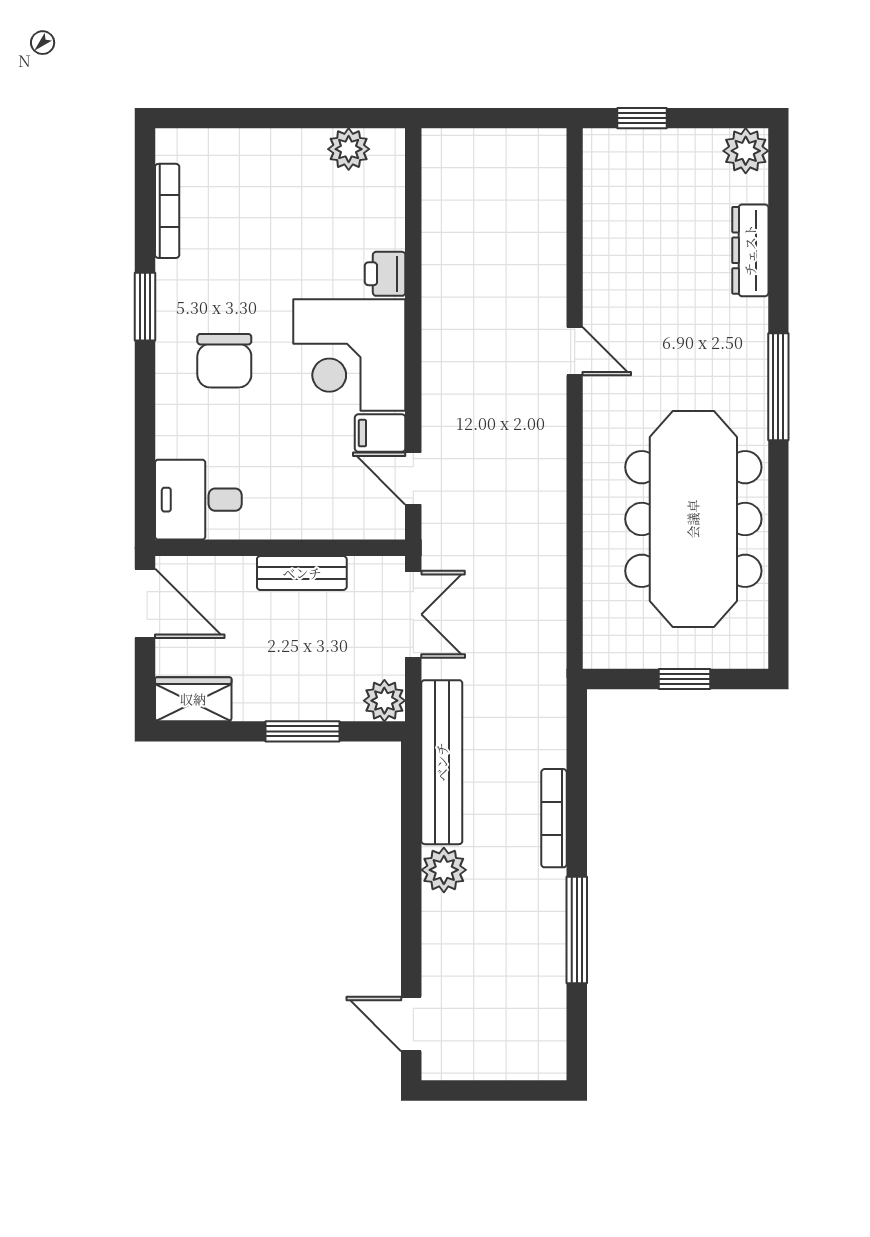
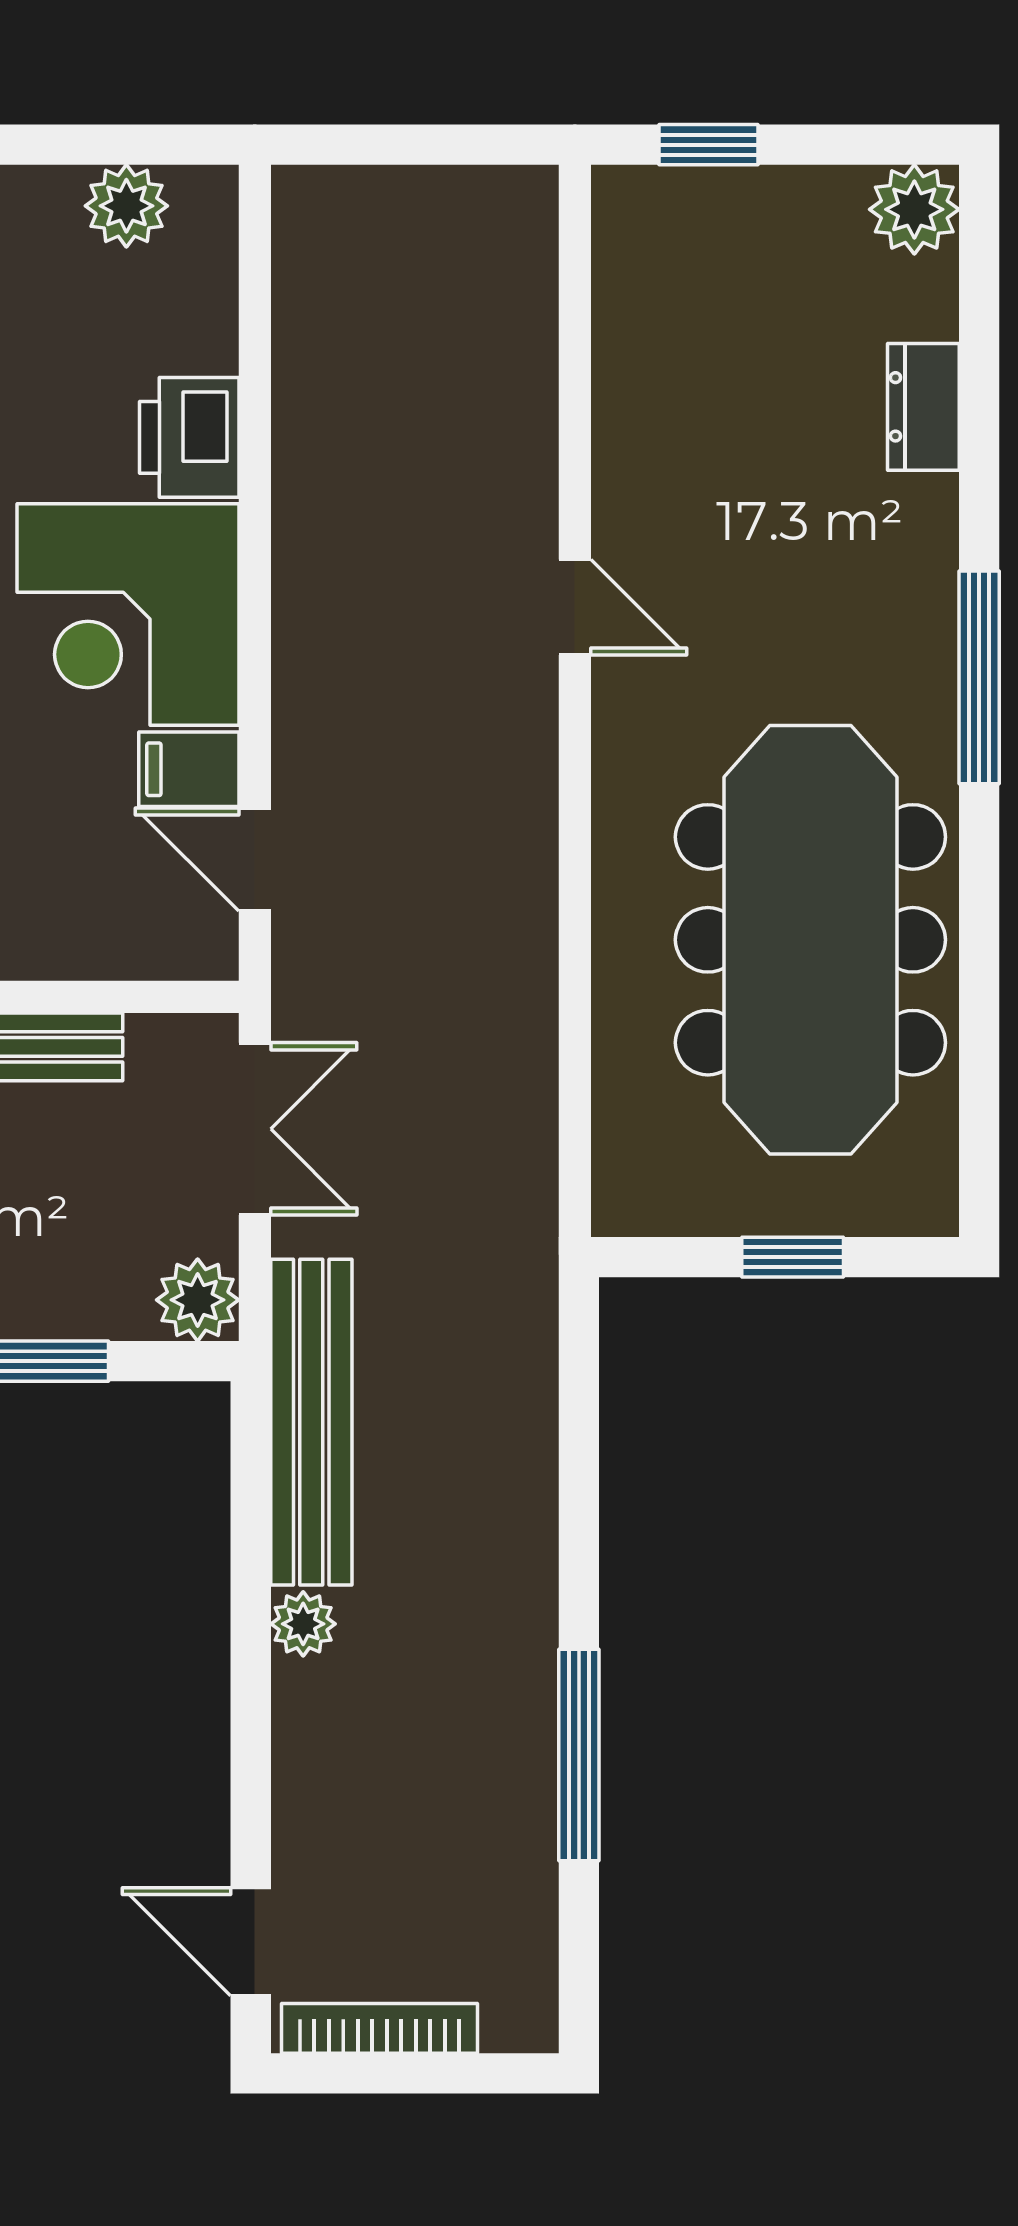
dresser: (750, 250) -> (923, 407), width x0.70
printer: (385, 274) -> (189, 437), width x1.36, depth x1.24
bookcase: (554, 818) -> (380, 2028), moved, turned 90
plant: (444, 870) -> (303, 1624), width x0.73, depth x0.73

